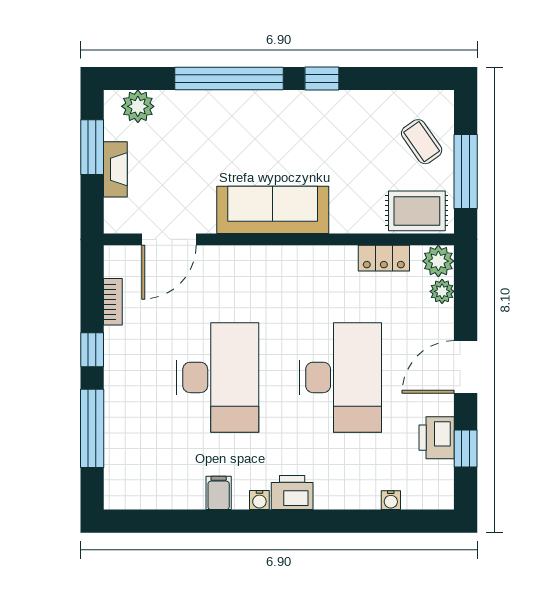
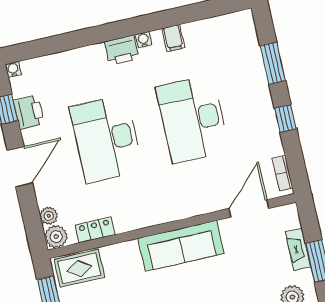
bookcase: (113, 302) -> (283, 173), moved
window: (92, 428) -> (273, 63), width x0.69
water cooler: (391, 500) -> (13, 69), moved

